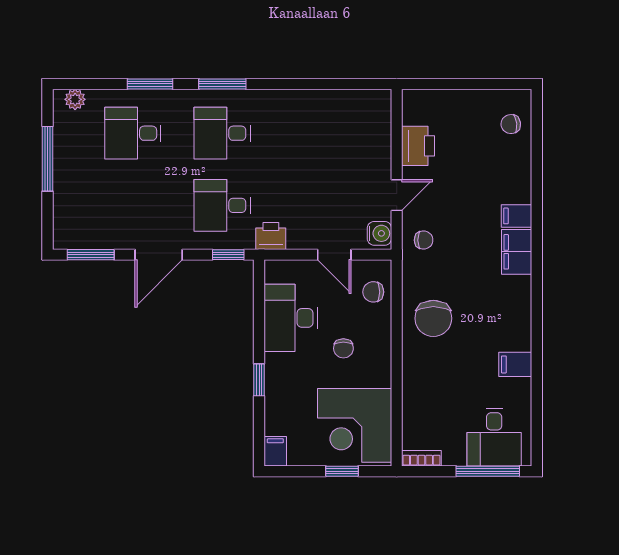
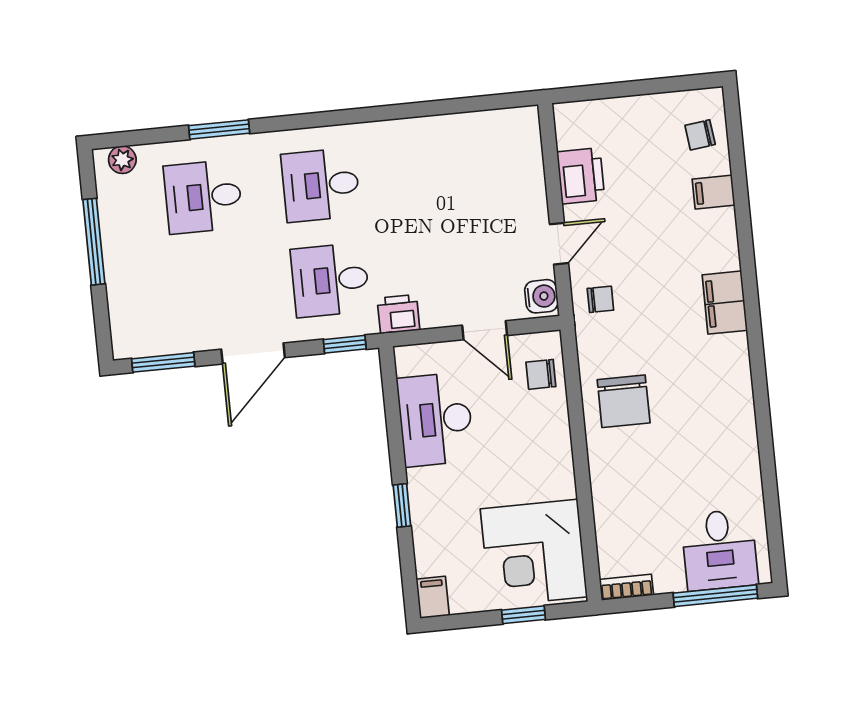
window: (222, 84) -> (315, 120), removed
filing cabinet: (516, 216) -> (713, 192), moved
chair: (343, 348) -> (509, 453), removed
filing cabinet: (515, 364) -> (738, 451), removed

